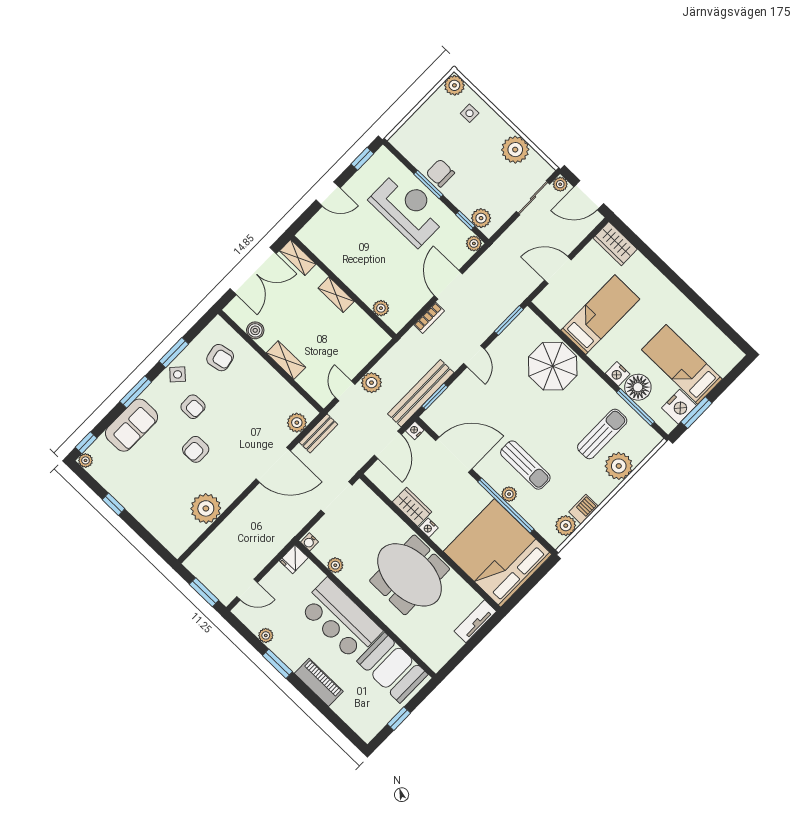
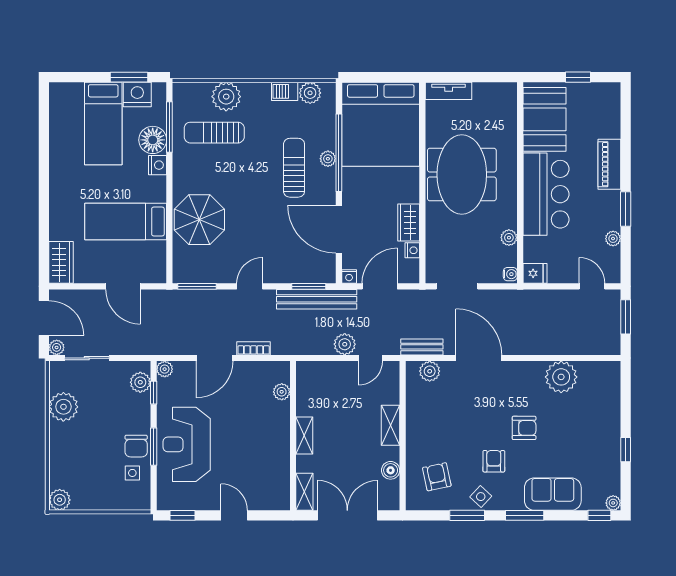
side table: (470, 113) -> (132, 473), moved
nightstand: (429, 528) -> (412, 250), moved

